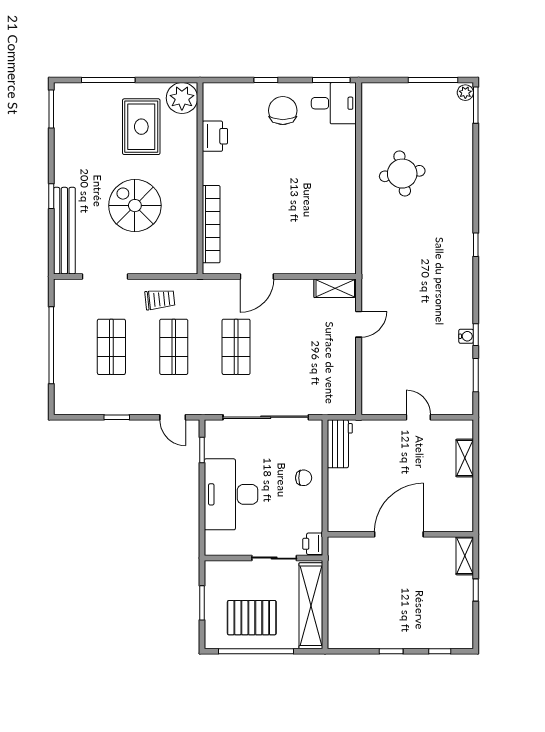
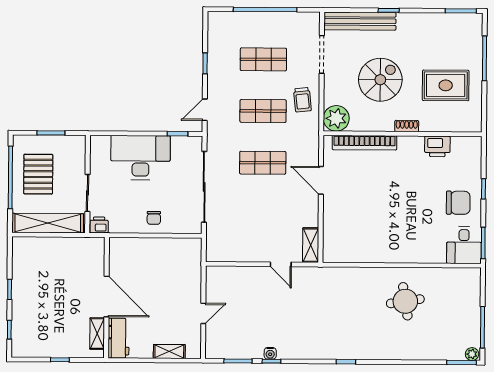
plant: (182, 98) -> (336, 118), moved
shoe rack: (191, 173) -> (407, 126), added
workbench: (340, 444) -> (119, 338), moved, turned -90
shelving: (465, 556) -> (97, 334), moved, turned 90

